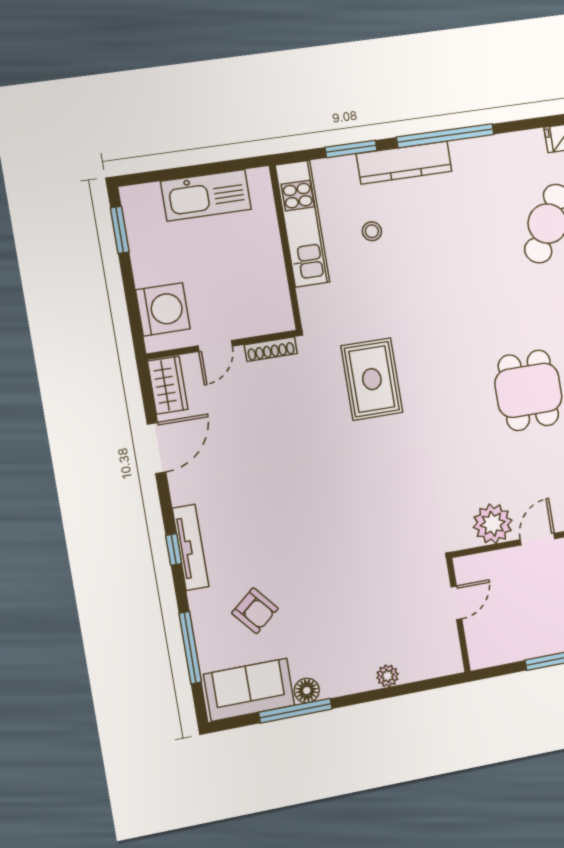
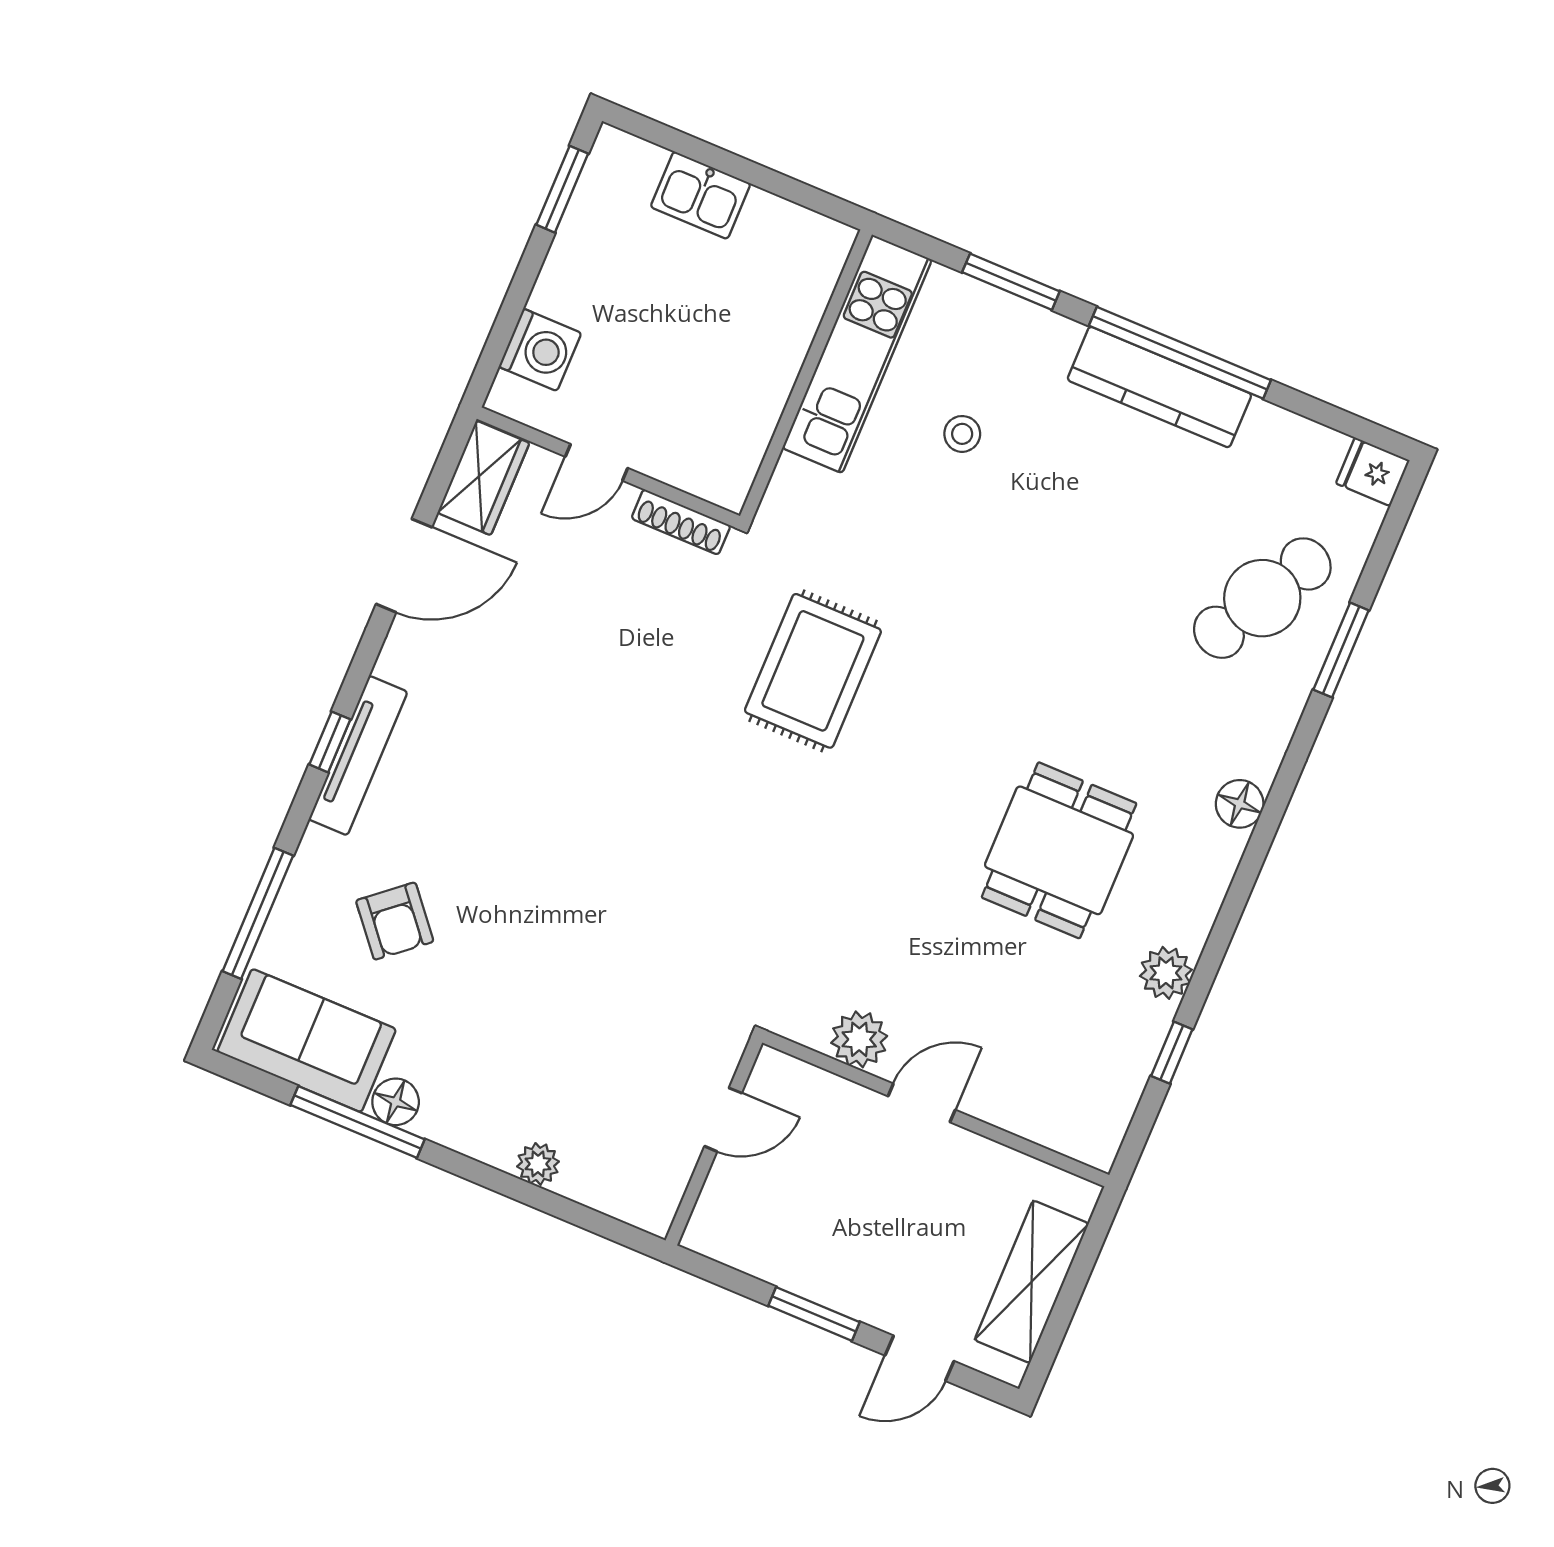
kitchen counter: (404, 163) -> (1159, 387), moved
kitchen sink: (206, 195) -> (701, 195), width x0.53, depth x0.81
washing machine: (163, 309) -> (540, 350), width x0.73, depth x0.73
plant: (493, 524) -> (859, 1039), width x0.73, depth x0.73

